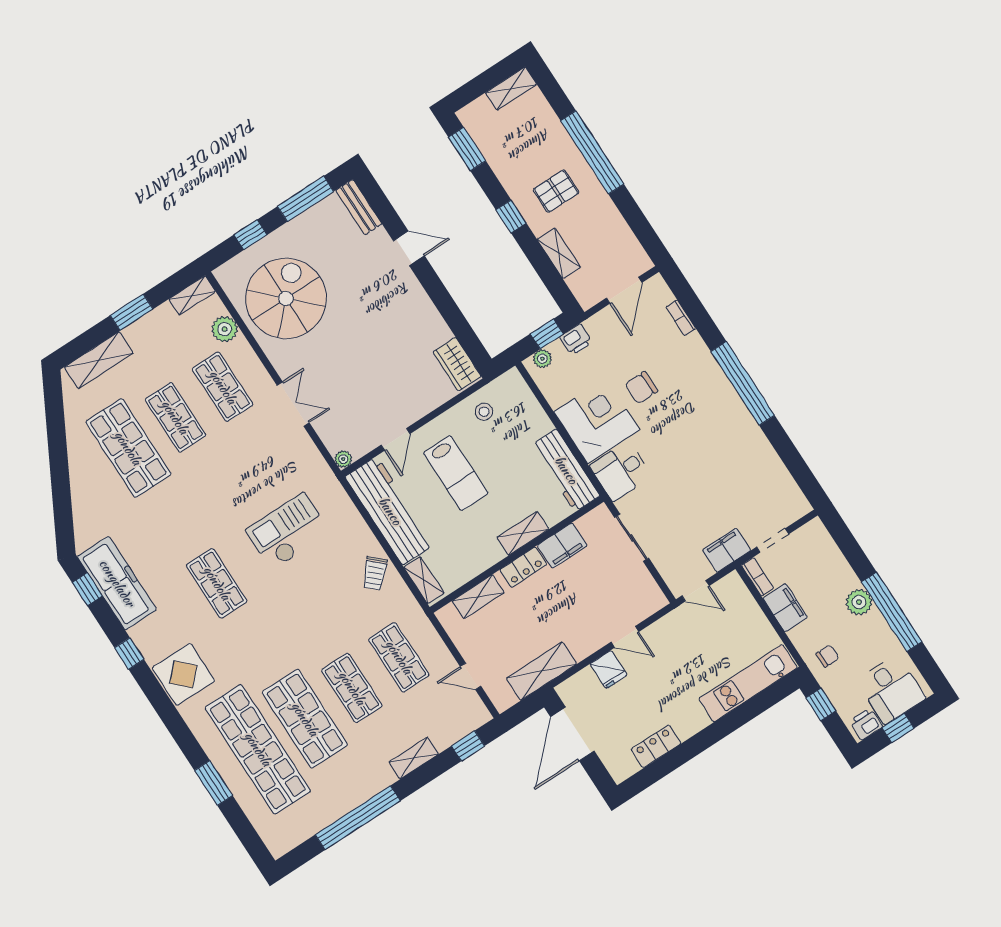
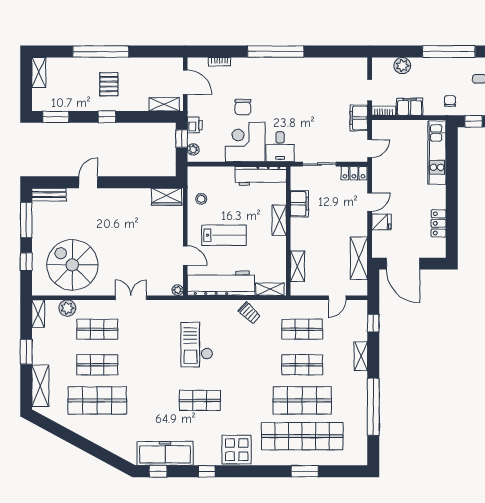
shelving: (559, 253) -> (164, 104), moved
locker: (523, 567) -> (354, 173), moved, turned 90
plant: (859, 602) -> (402, 66), moved

